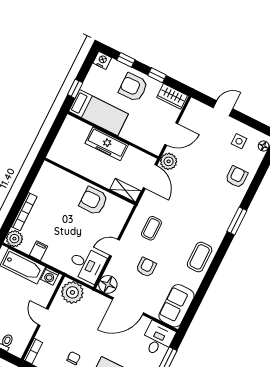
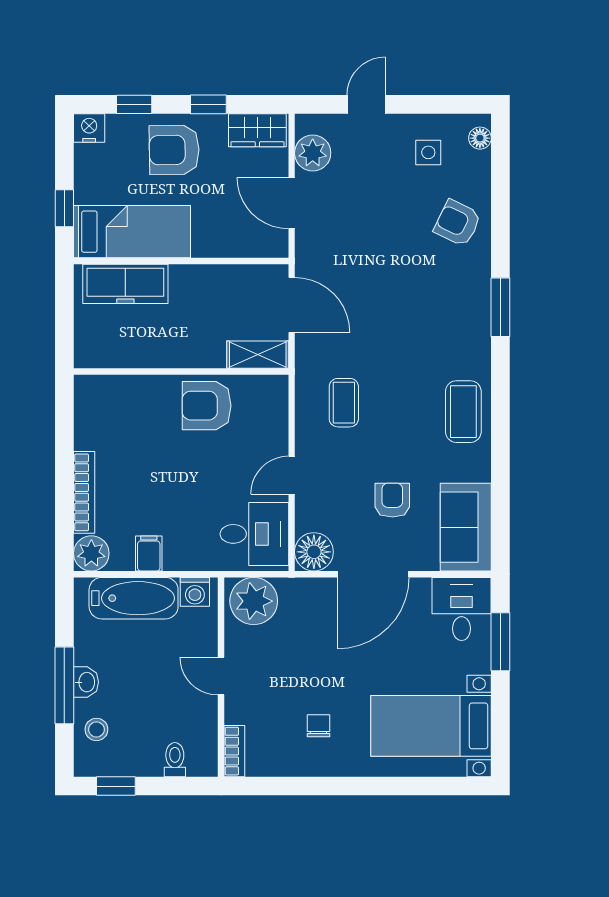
door: (171, 134) -> (292, 203), swing flipped
freezer: (107, 144) -> (125, 284), moved
plant: (169, 161) -> (313, 153), moved
armchair: (236, 177) -> (457, 223), turned -64
armchair: (146, 267) -> (392, 500), moved

